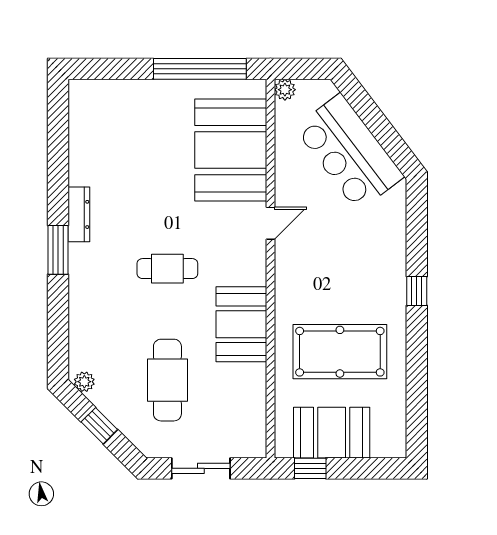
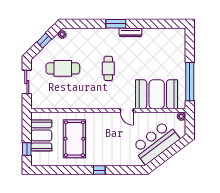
booth: (241, 324) -> (86, 99), removed
window: (310, 468) -> (27, 149), moved

